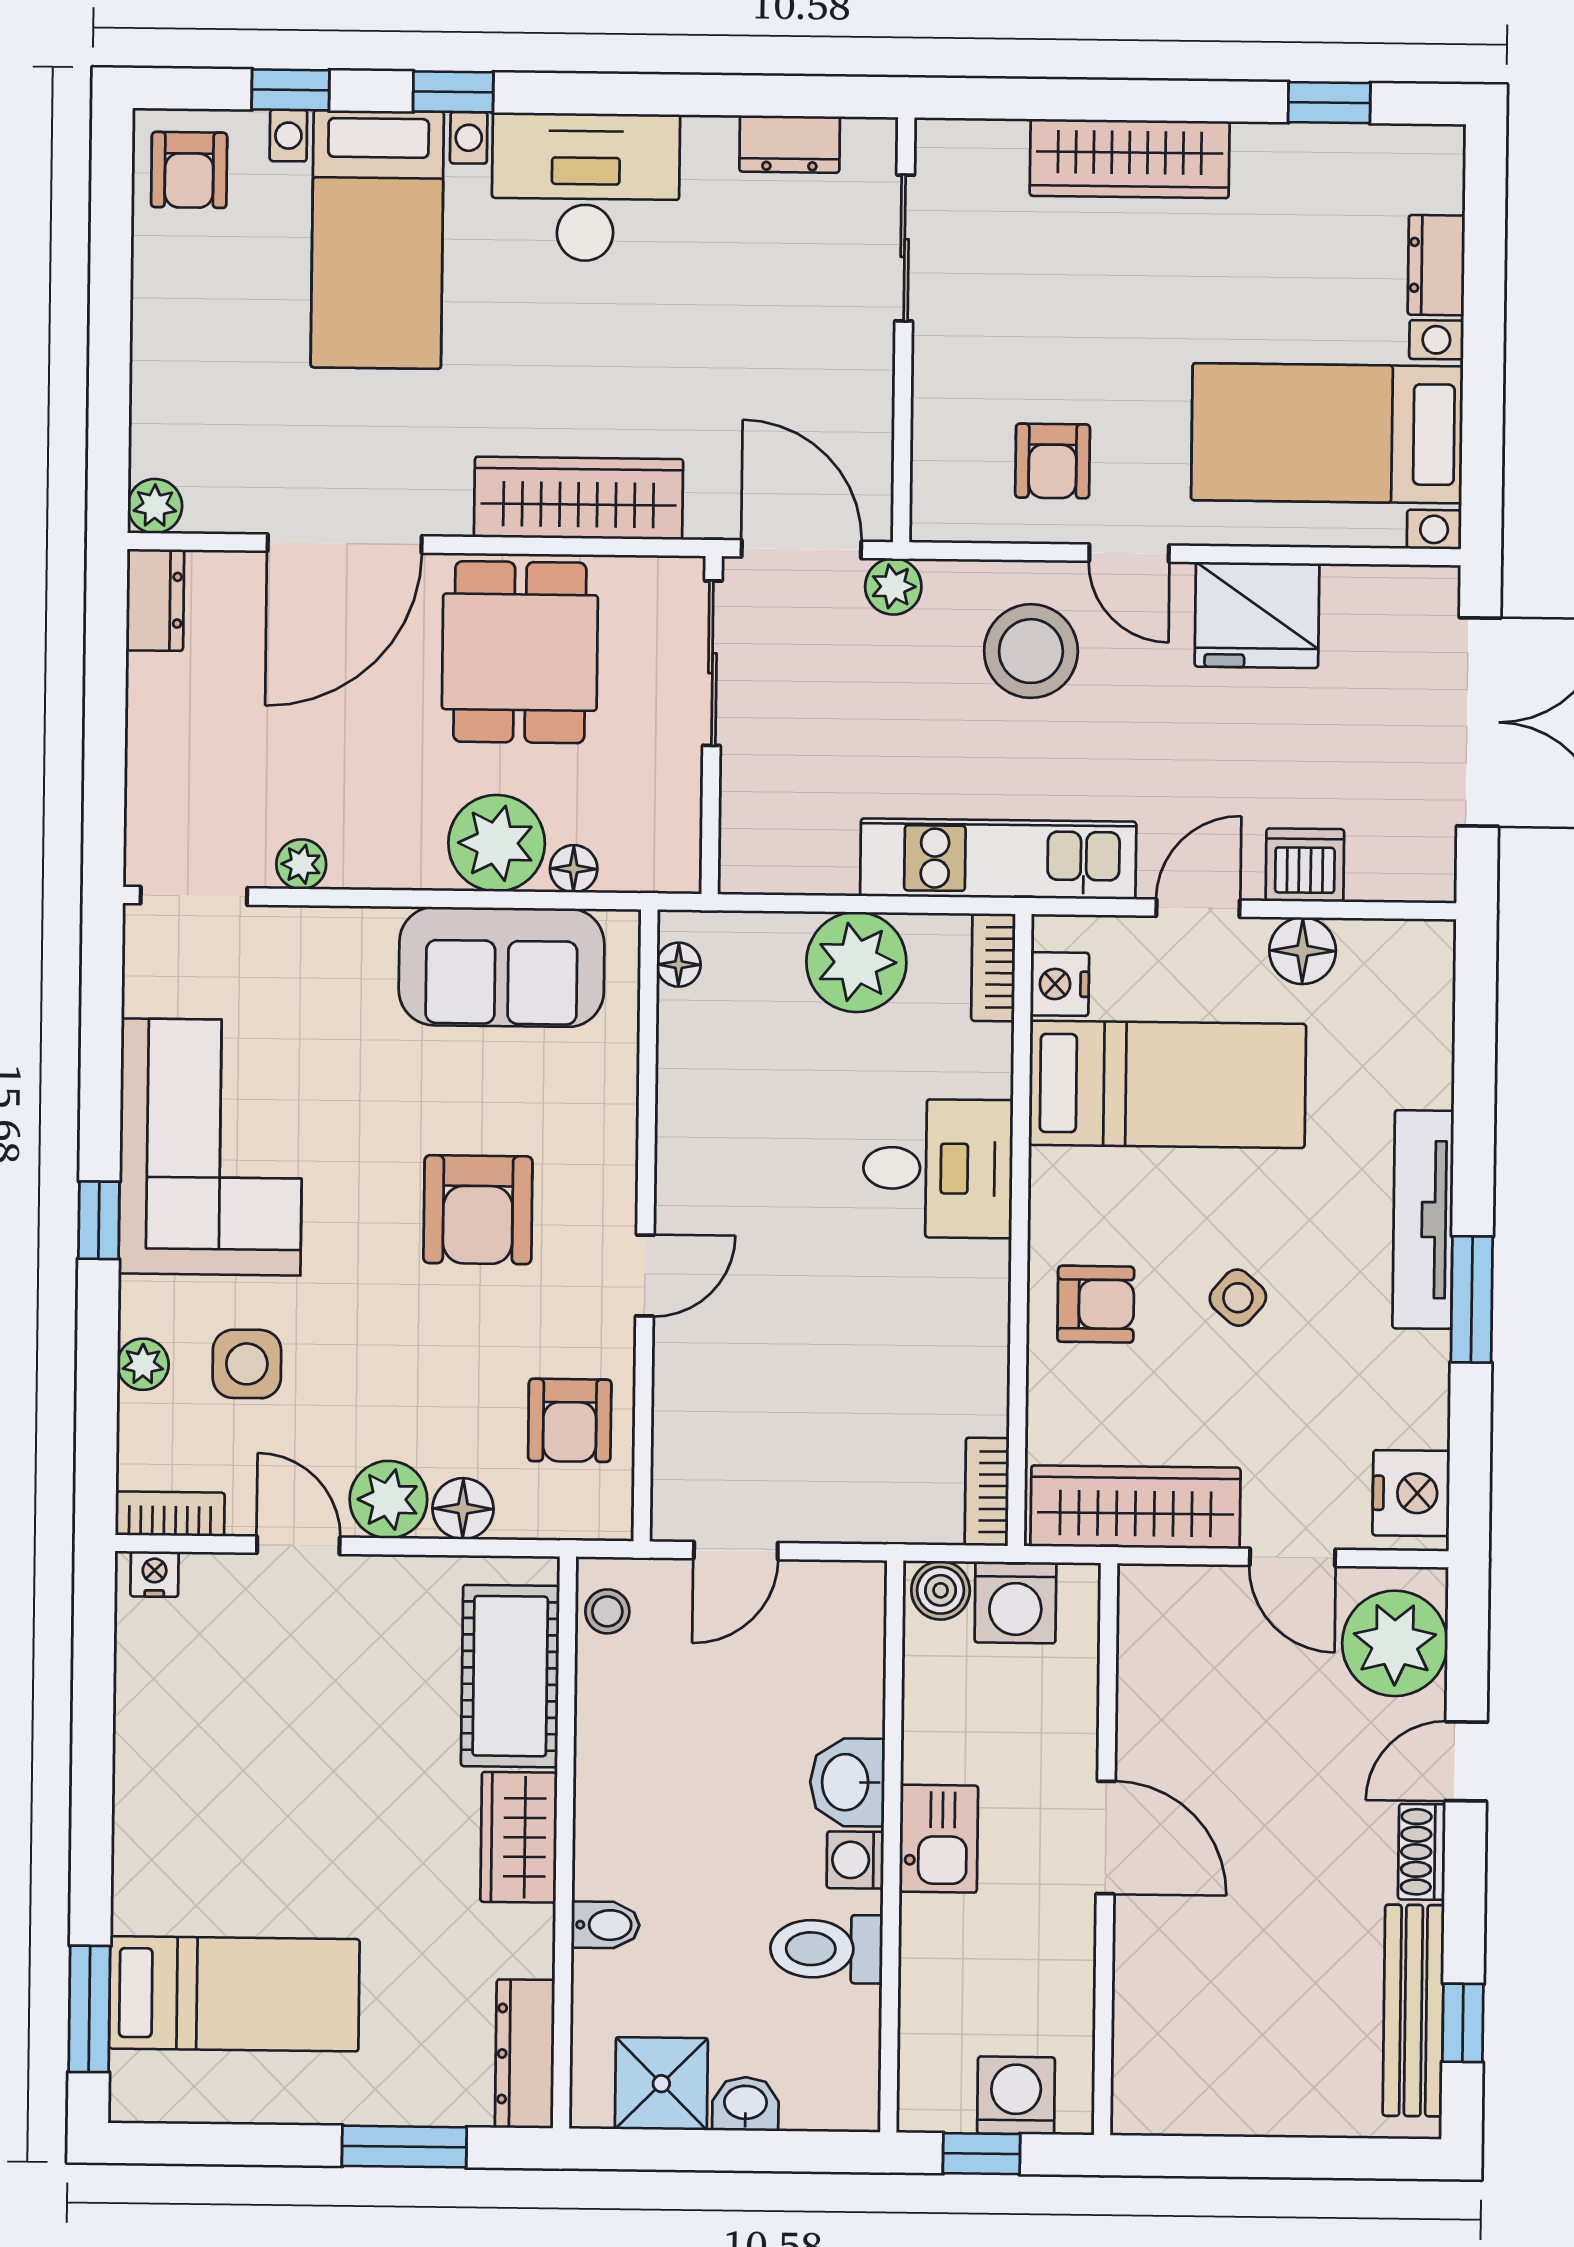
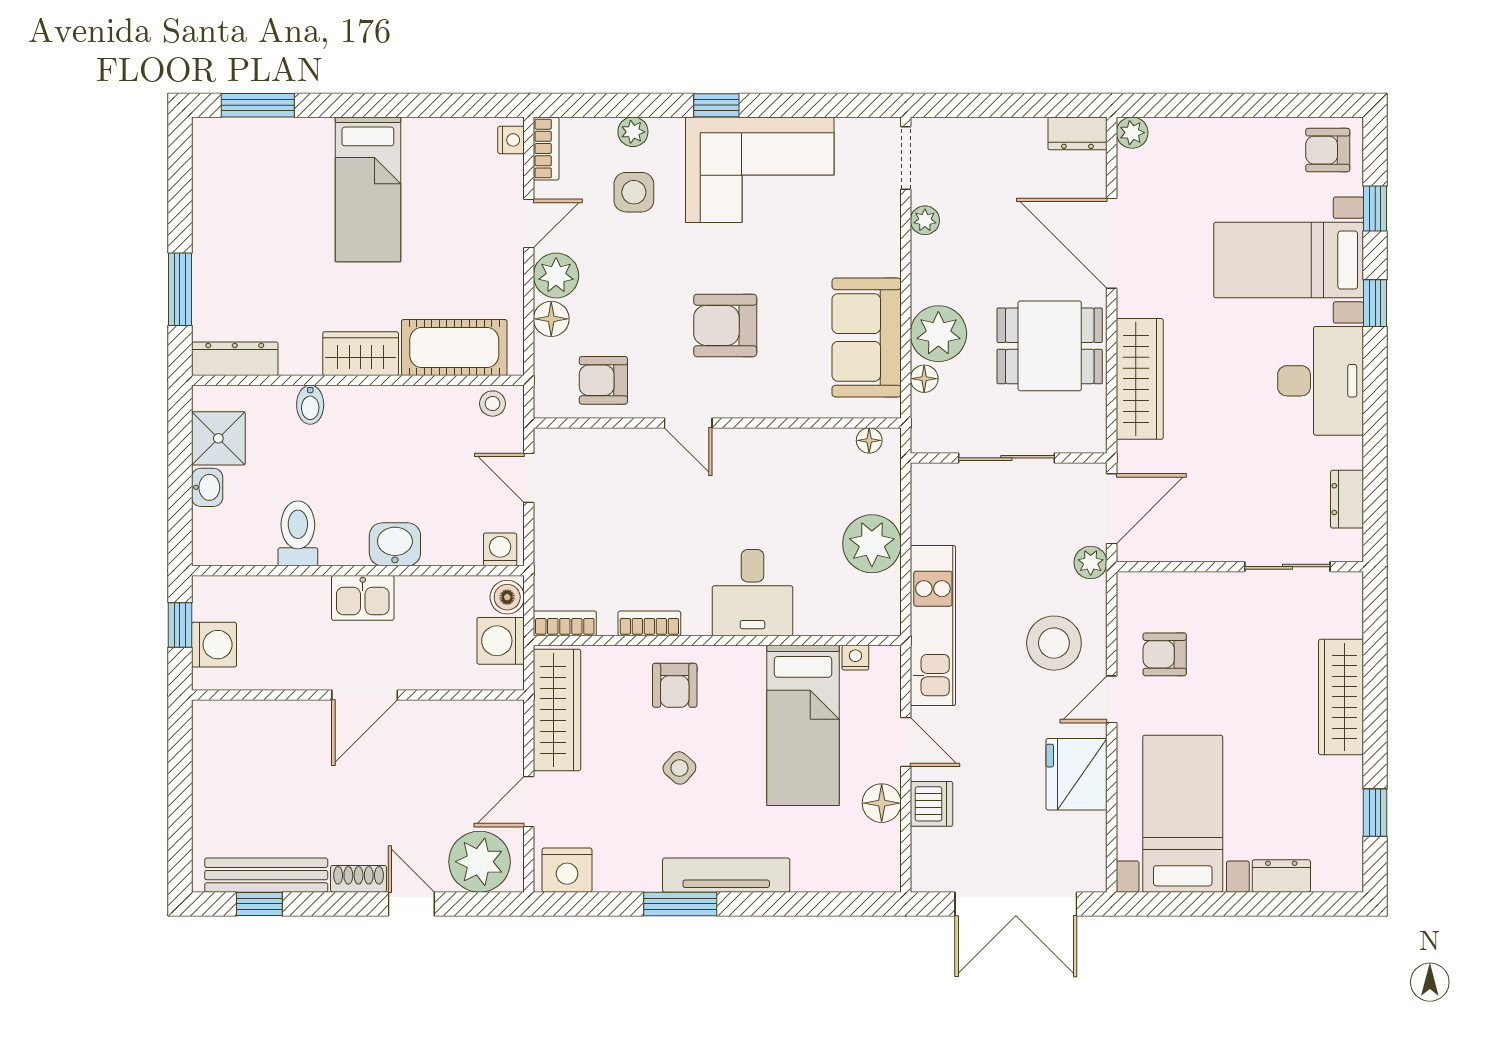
sliding door: (712, 663) -> (1006, 458), moved
bookcase: (993, 967) -> (649, 623), moved
nightstand: (1060, 984) -> (855, 658), width x0.72, depth x0.74
washing machine: (855, 1860) -> (500, 549), moved
bed: (234, 1994) -> (368, 189), moved

